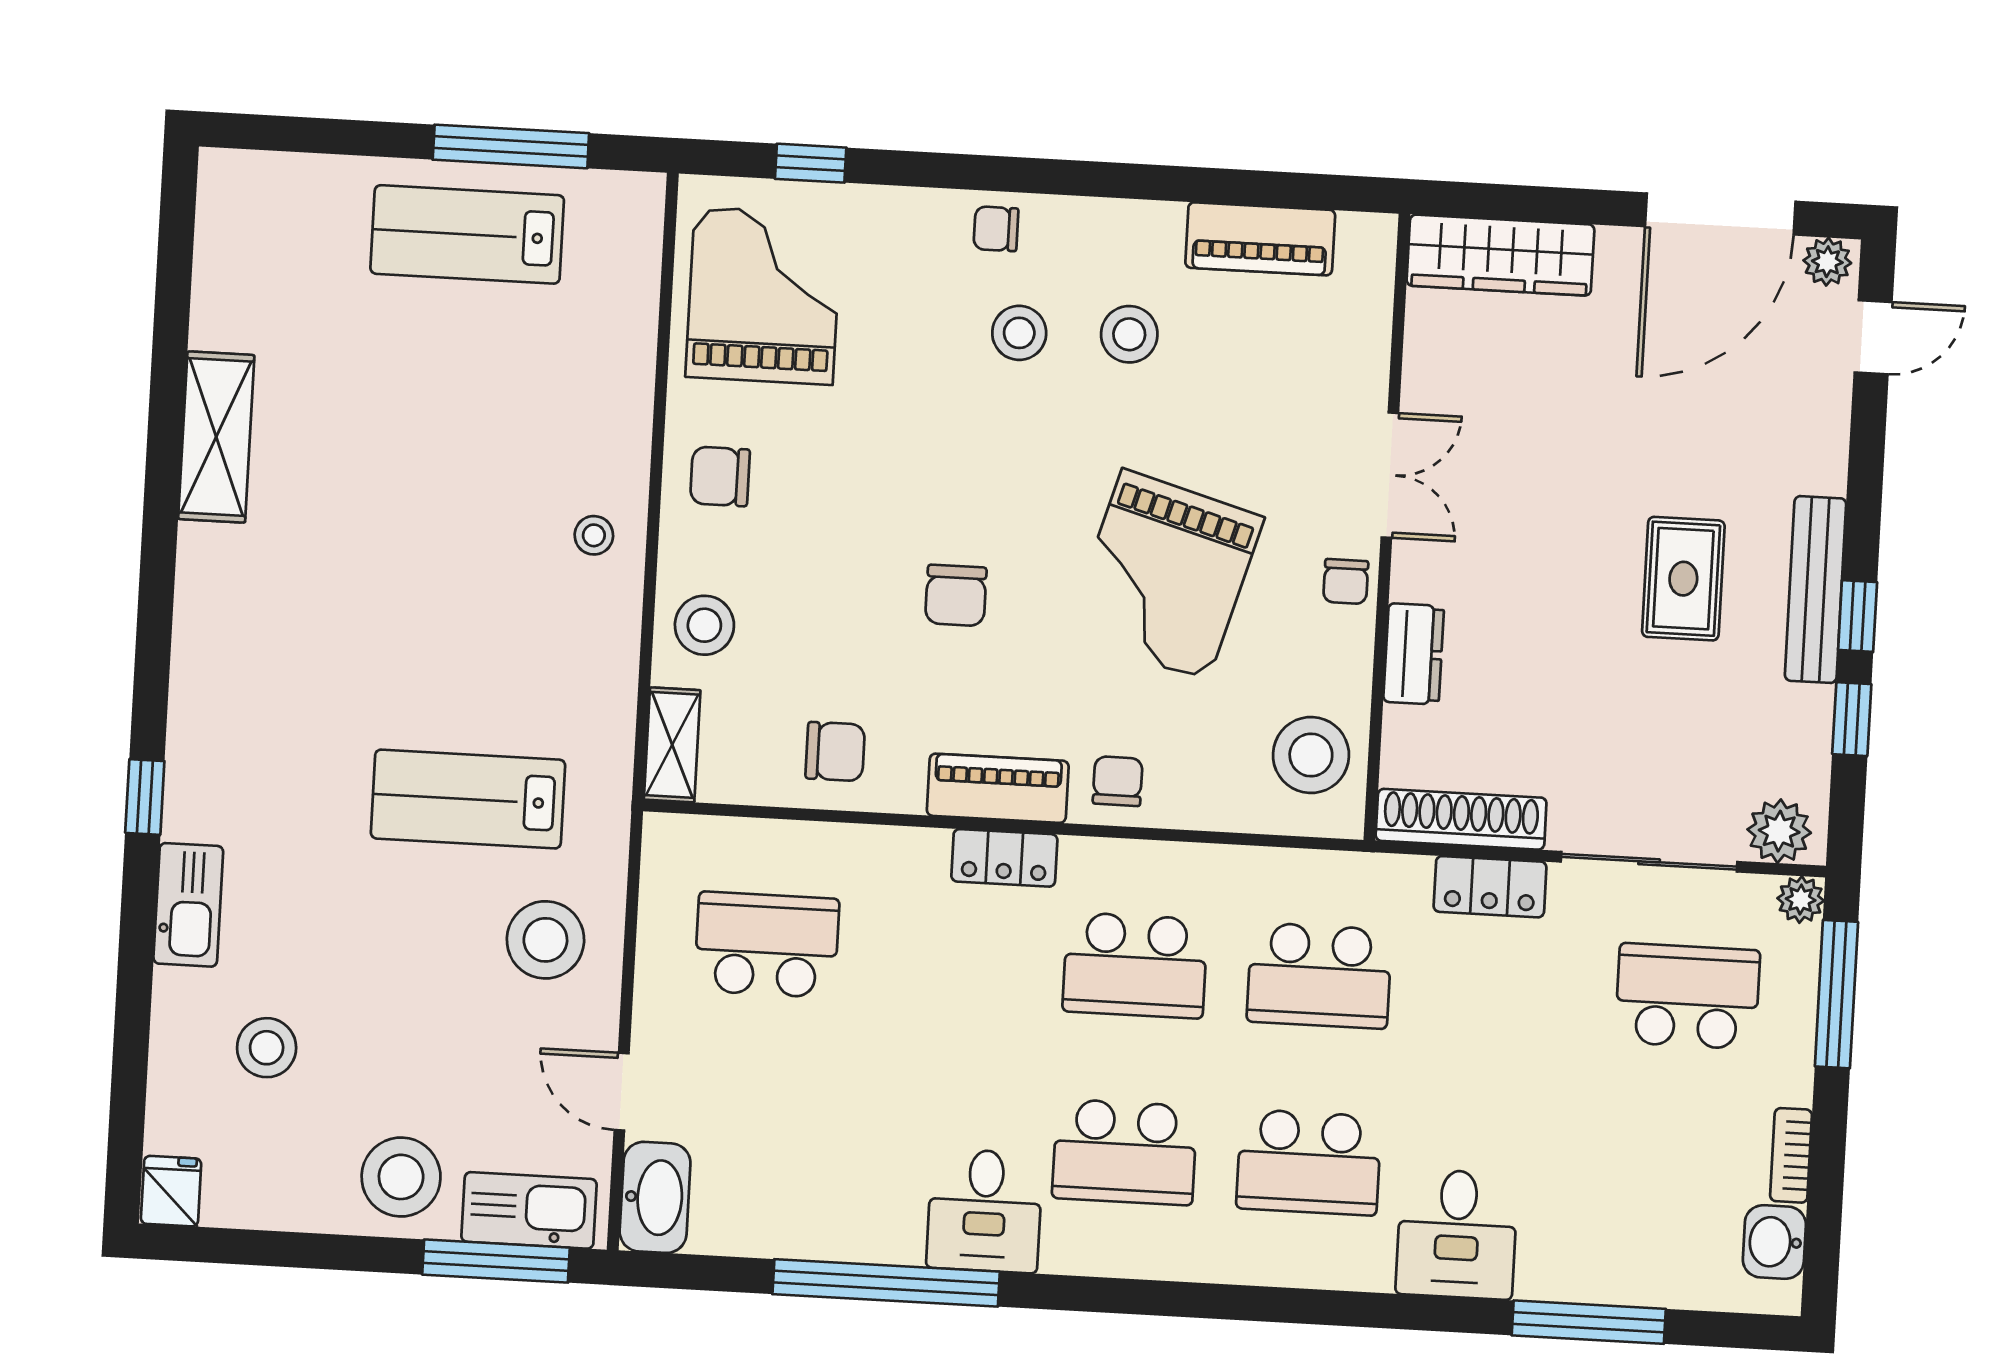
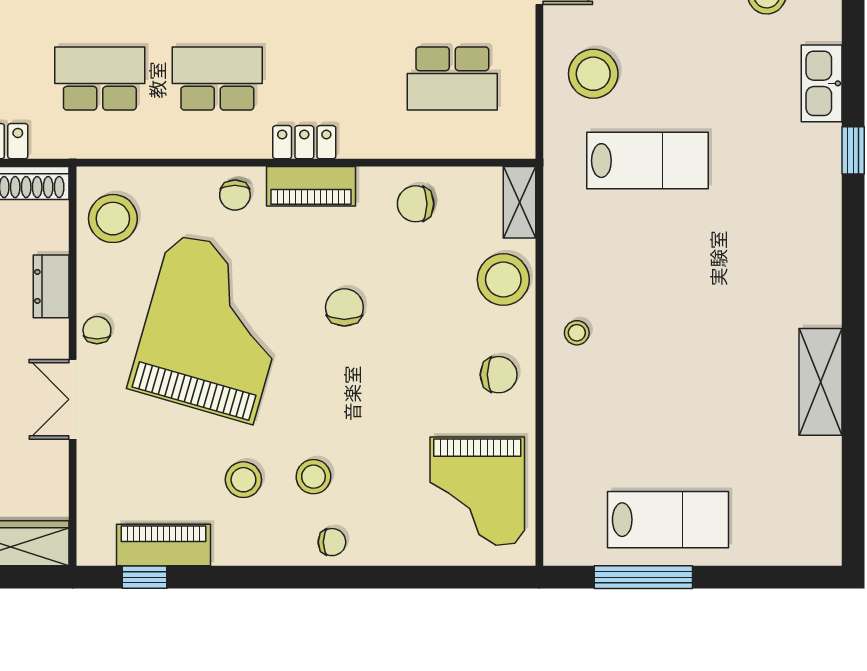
window: (811, 163) -> (145, 577), moved
grand piano: (1165, 575) -> (212, 328), width x1.37, depth x1.48
stool: (704, 625) -> (503, 280), width x1.38, depth x1.38

